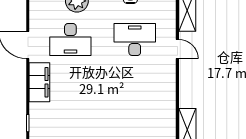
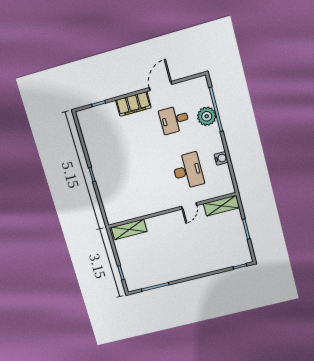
desk: (70, 40) -> (174, 120), width x0.73

